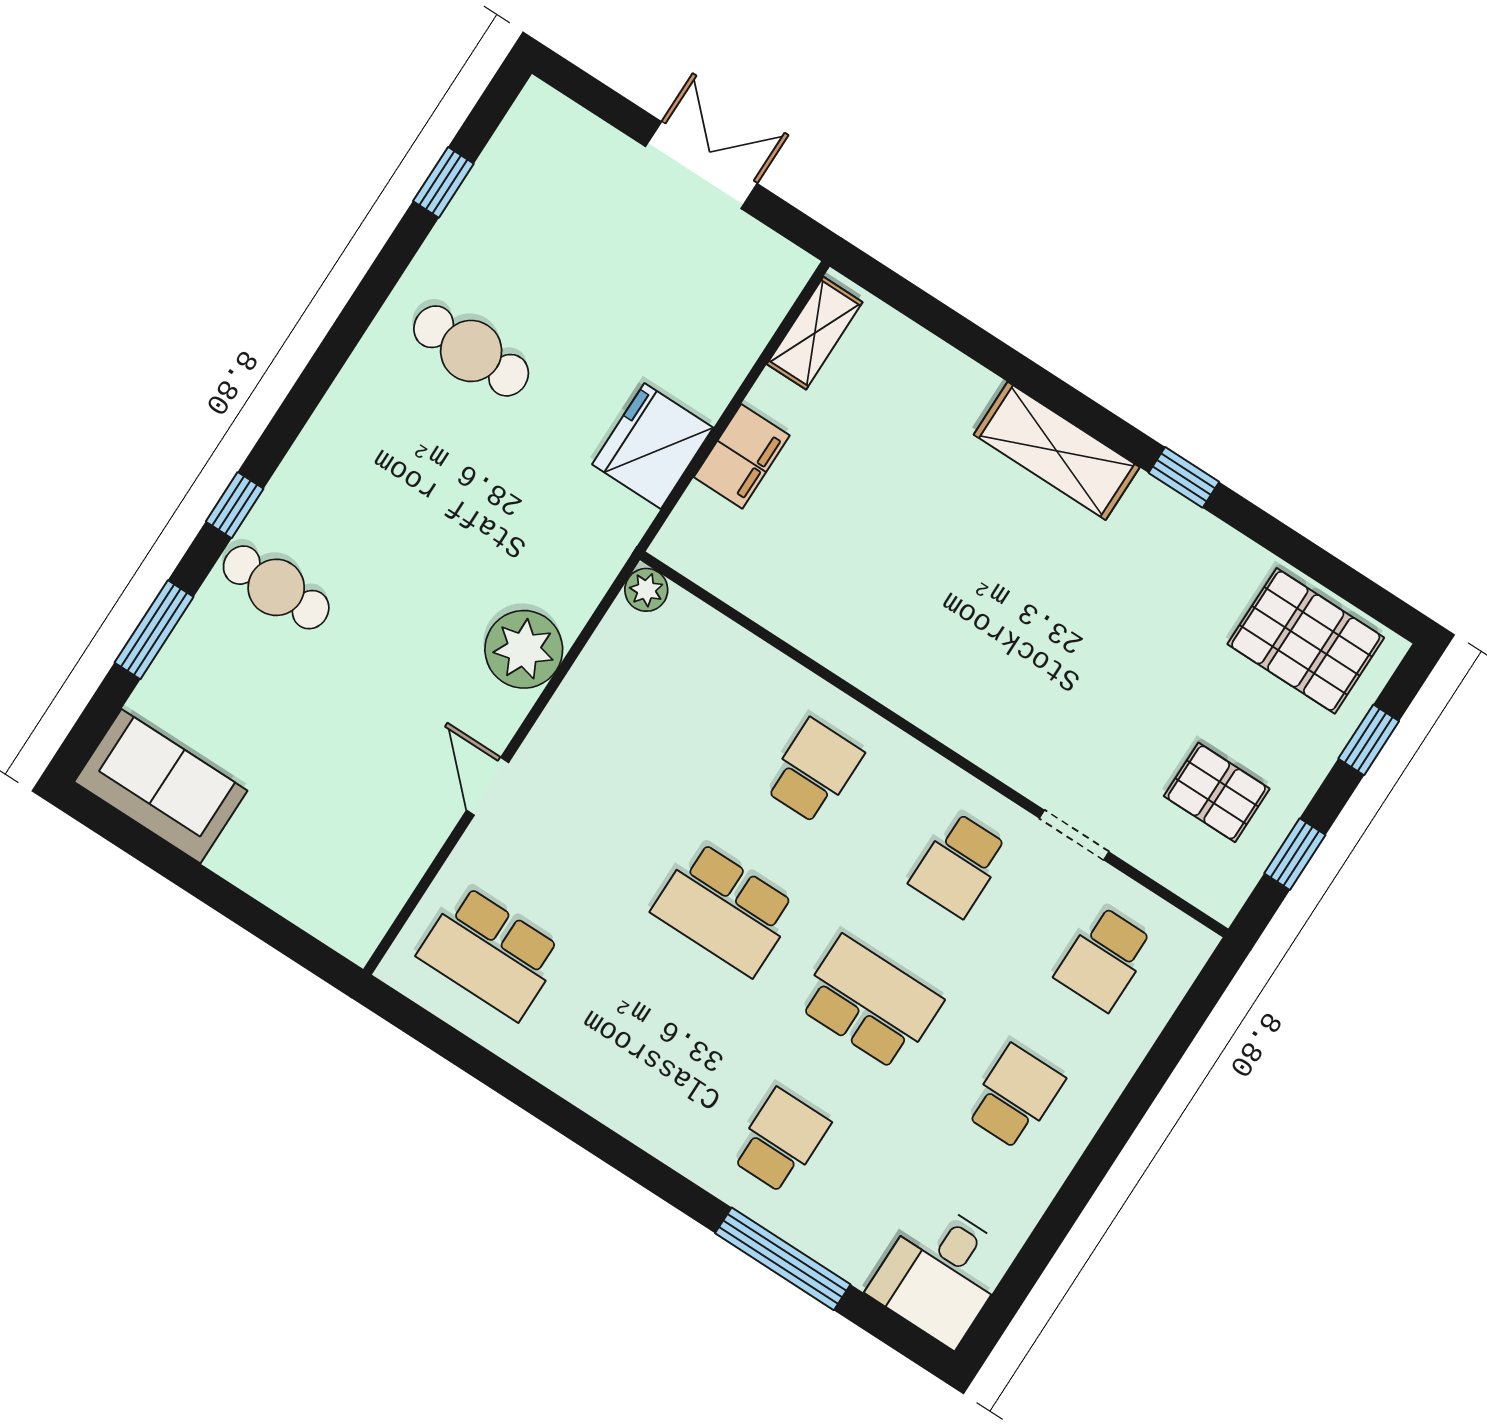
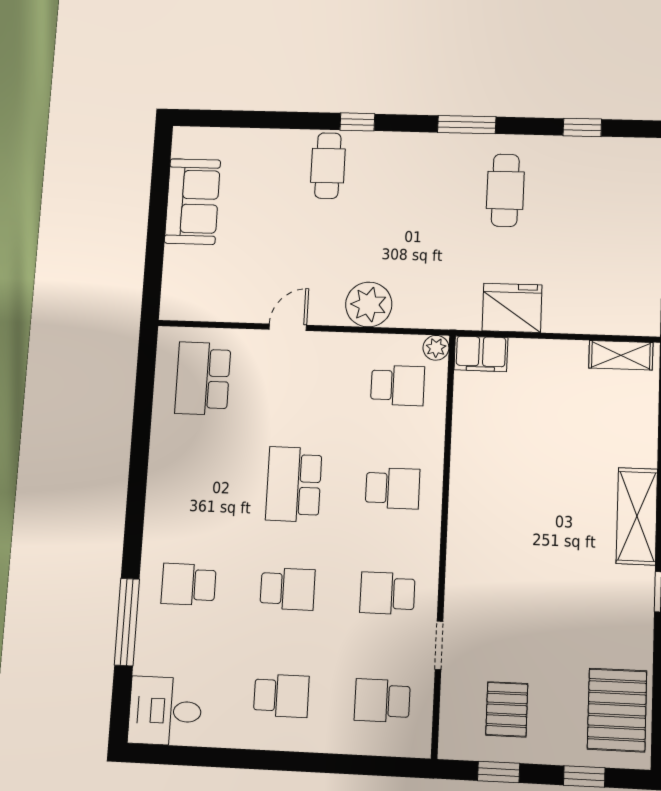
filing cabinet: (742, 456) -> (481, 354), moved
window: (154, 630) -> (467, 125), moved
school desk: (669, 677) -> (398, 385), added
sofa: (161, 786) -> (192, 201), moved
school desk: (870, 1003) -> (288, 589), width x0.54
school desk: (781, 1141) -> (189, 584), turned 180

